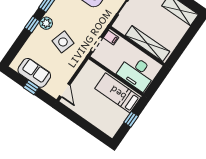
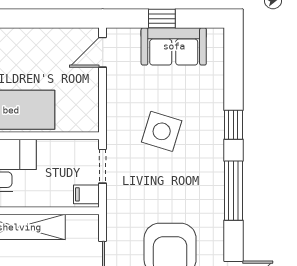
plant: (46, 23) -> (212, 143), removed
door: (65, 90) -> (103, 52), hinge flipped

